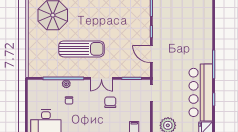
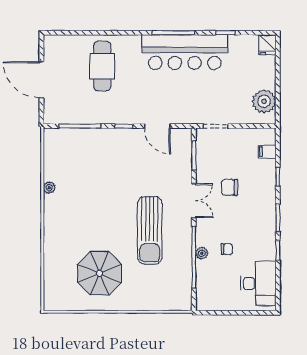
cafe table: (191, 17) -> (102, 66), added
sun lounger: (82, 49) -> (150, 230), turned 180
door: (151, 54) -> (157, 126), hinge flipped
bar counter: (201, 92) -> (185, 52), moved

